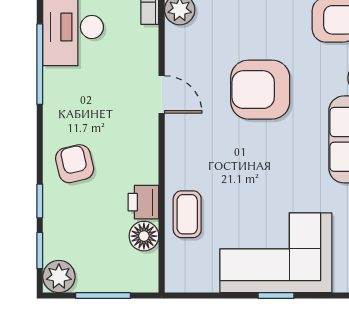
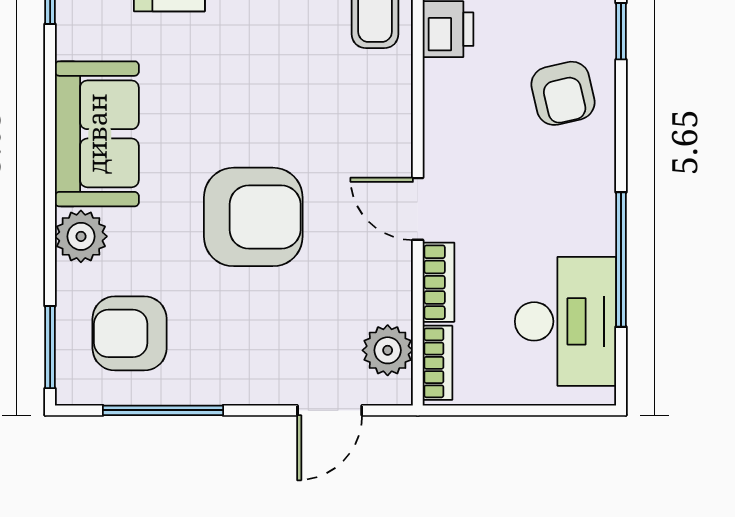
bookcase: (149, 51) -> (438, 282), added

